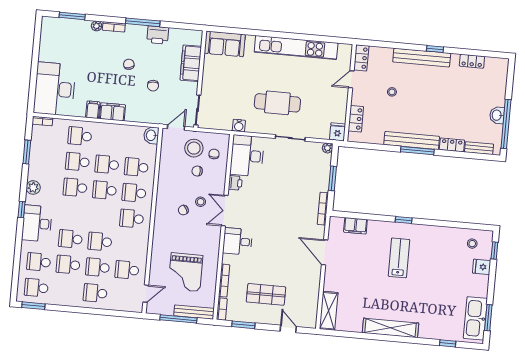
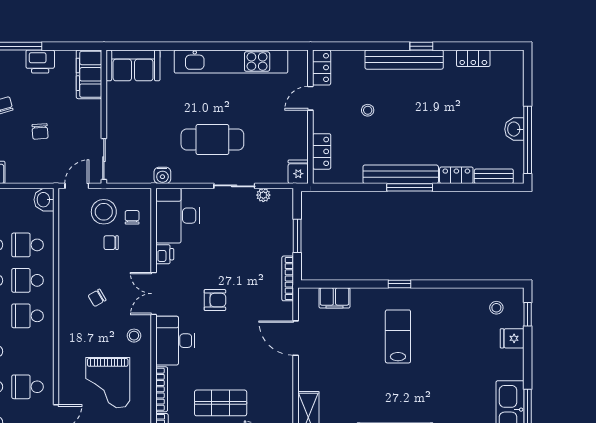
filing cabinet: (191, 63) -> (89, 74), moved
plant: (327, 148) -> (263, 195), moved
stool: (201, 202) -> (134, 336), moved
armchair: (269, 219) -> (215, 300), added
desk: (238, 241) -> (175, 341), width x1.37

